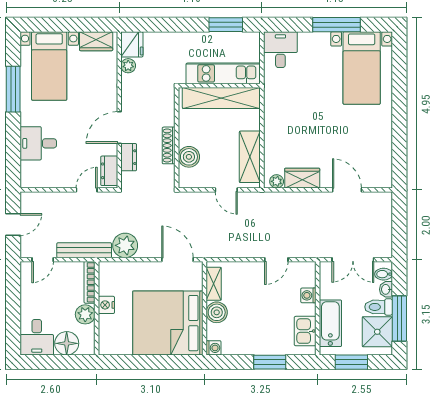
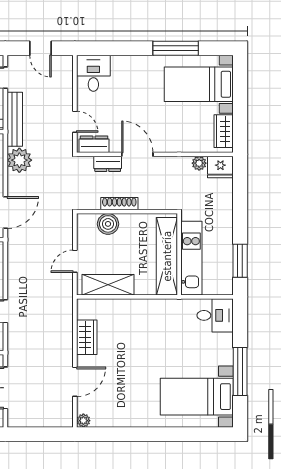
desk: (38, 143) -> (93, 73), moved
plant: (277, 181) -> (83, 421), moved

